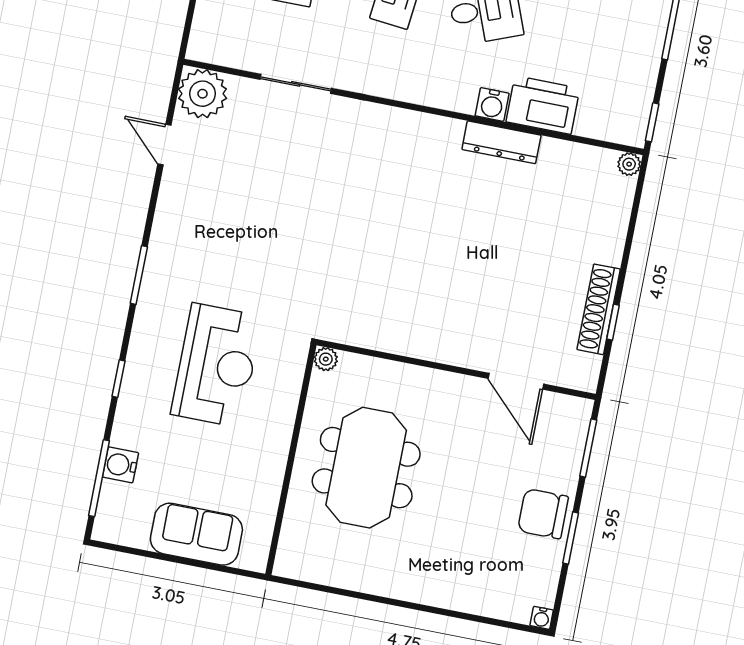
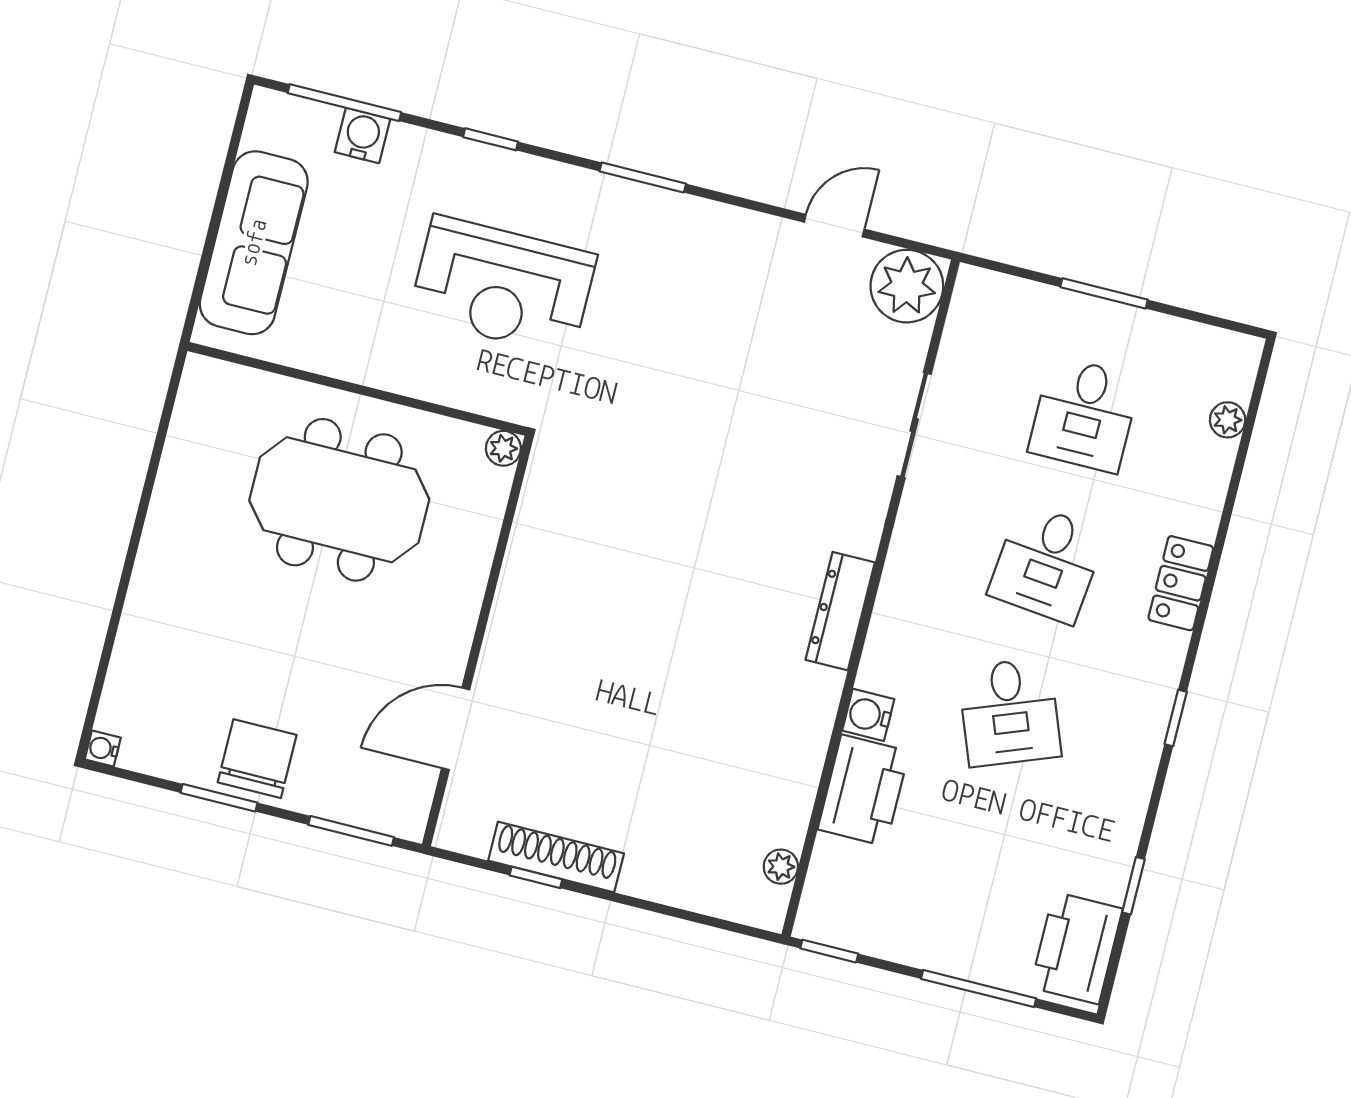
dresser: (501, 142) -> (840, 611), moved
plant: (629, 164) -> (781, 867), moved
sofa: (196, 534) -> (254, 243), width x1.36

